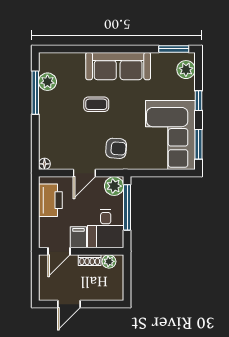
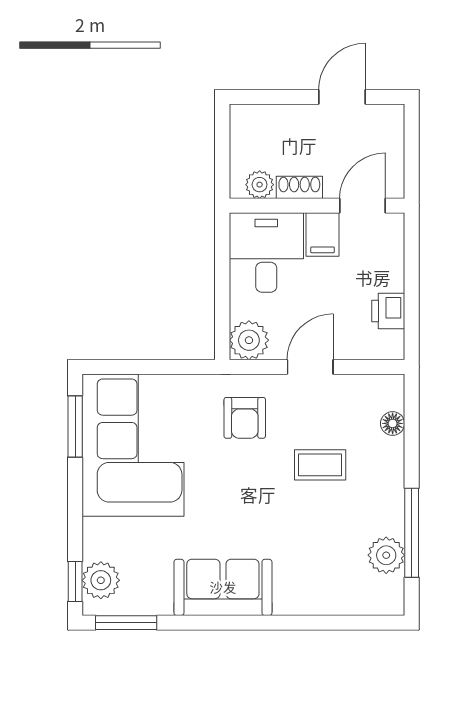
sofa: (118, 66) -> (223, 587), width x0.73
window: (198, 101) -> (75, 582), moved
coffee table: (96, 104) -> (320, 465), moved
armchair: (116, 148) -> (245, 418), turned -94
floor lamp: (44, 164) -> (393, 423), moved
printer: (50, 200) -> (388, 311), width x0.53, depth x0.68
window: (127, 207) -> (222, 296), removed

